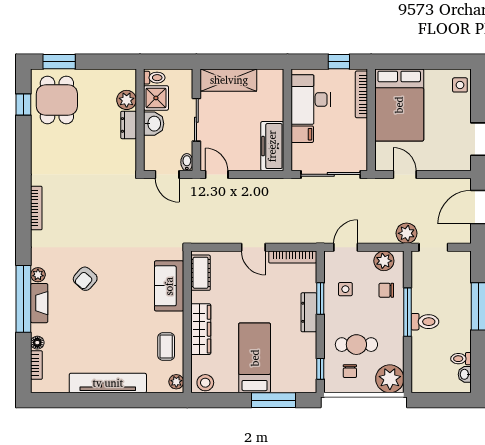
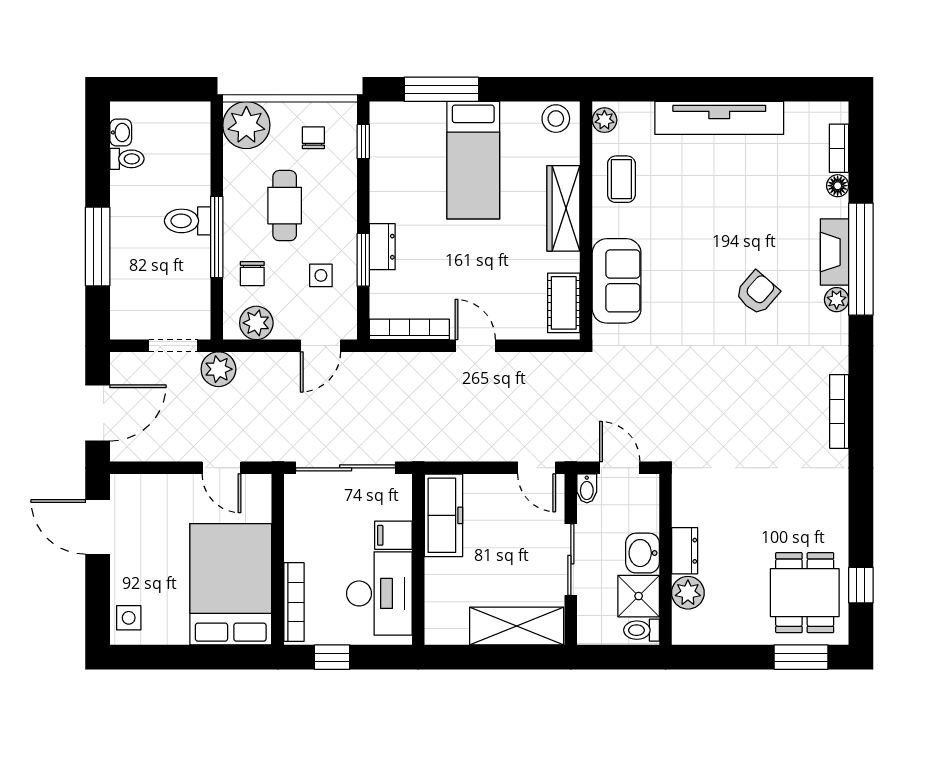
chair: (386, 290) -> (252, 274), turned 90
dresser: (309, 312) -> (382, 247), width x0.70
cafe table: (356, 345) -> (285, 206), moved, turned 90

